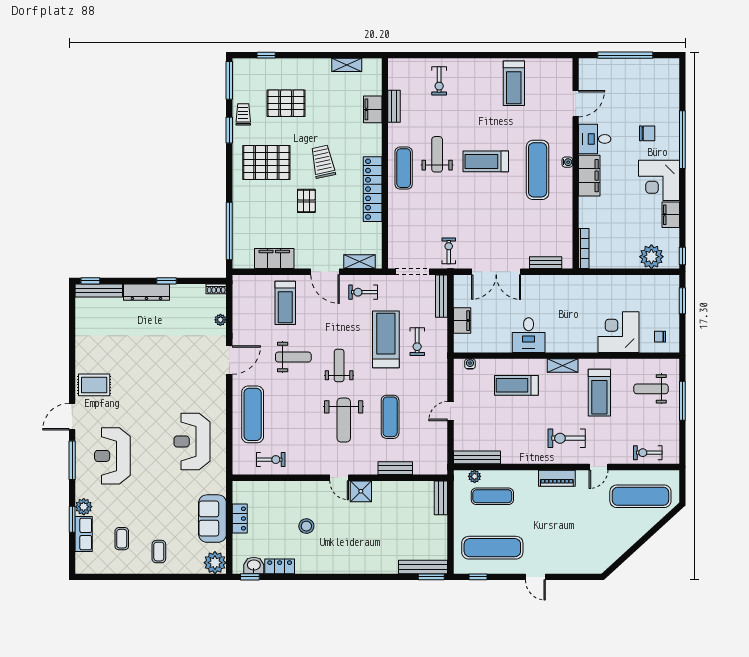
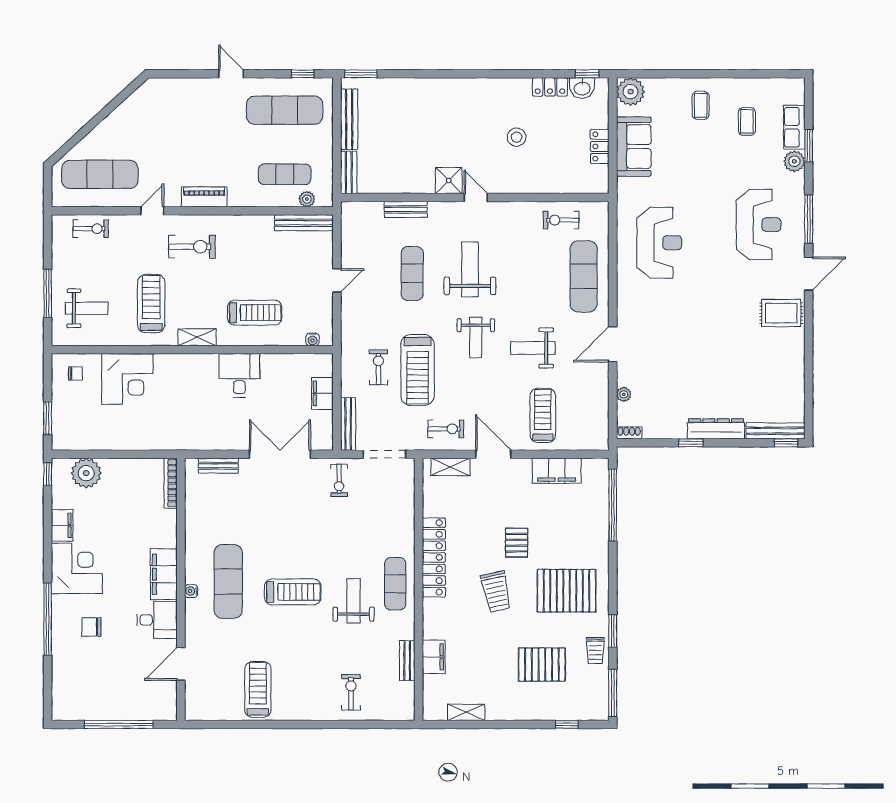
weight bench: (437, 154) -> (354, 601), turned 180
bench: (423, 567) -> (349, 119), moved, turned 90

